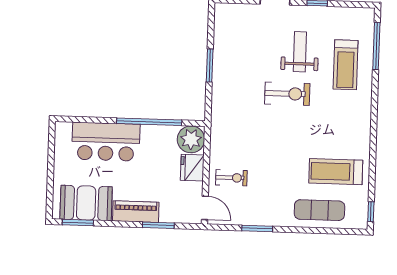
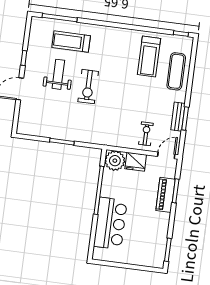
weight bench: (300, 52) -> (58, 74), turned 90
treadmill: (346, 65) -> (71, 42), turned 180
exercise bike: (287, 94) -> (88, 87), turned 180
booth: (86, 203) -> (154, 242), removed
piano: (136, 212) -> (166, 195), moved
bench: (259, 219) -> (178, 117), added

